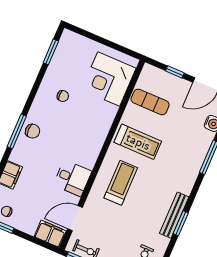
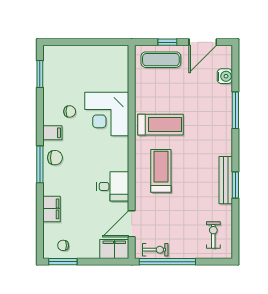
corner desk: (109, 79) -> (107, 114), moved
exercise mat: (150, 102) -> (161, 60), moved
filing cabinet: (40, 108) -> (52, 133), added

